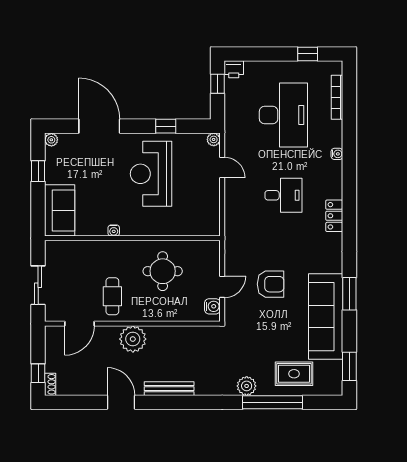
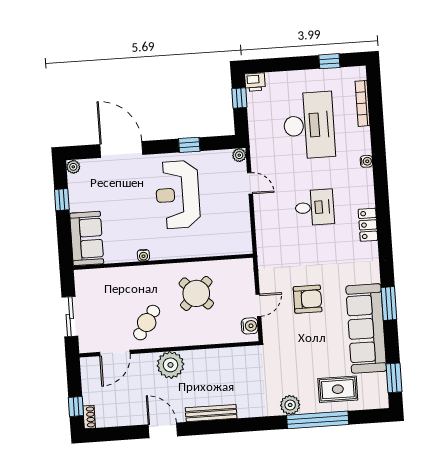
round table: (163, 271) -> (196, 293), turned 45
cafe table: (112, 296) -> (147, 323), turned 34

